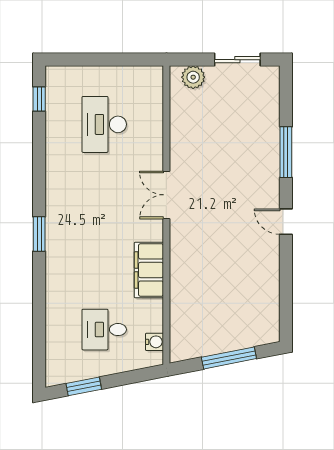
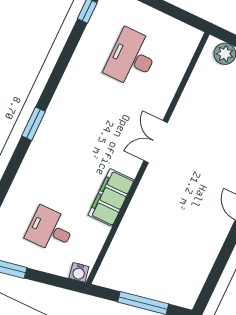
water cooler: (155, 342) -> (79, 272), moved, turned 79

